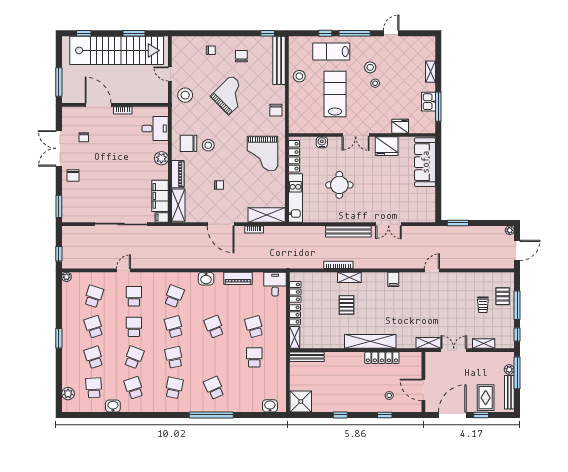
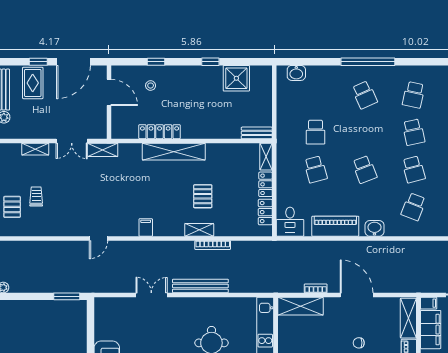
piano: (238, 278) -> (335, 226), width x1.37, depth x1.33
bench: (307, 357) -> (257, 133), width x0.73
shower: (301, 401) -> (236, 78), moved

